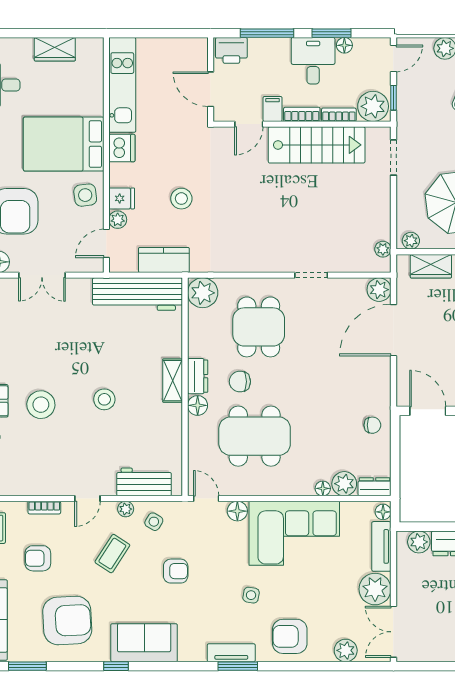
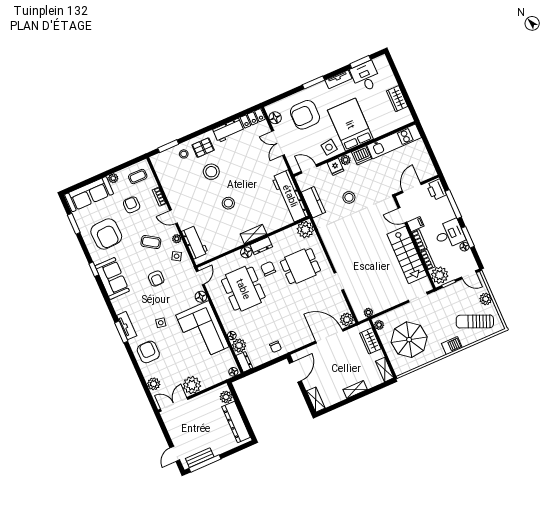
plant: (118, 220) -> (346, 160), moved
tv unit: (381, 546) -> (215, 379), removed

